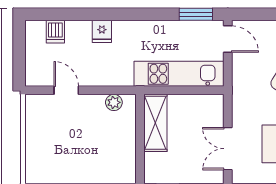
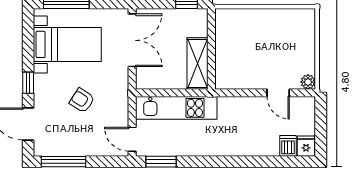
fridge: (102, 31) -> (306, 146), moved
plant: (114, 102) -> (308, 82), moved
double door: (228, 149) -> (132, 40), width x1.37

